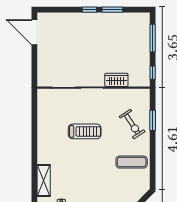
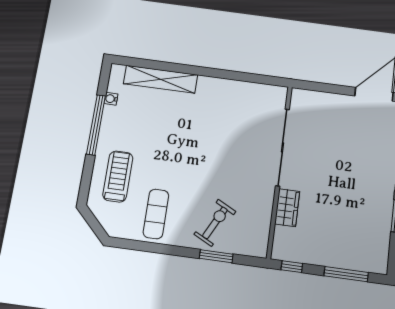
exercise bike: (132, 124) -> (215, 223), turned 150
treadmill: (85, 131) -> (118, 176), moved, turned 180
shelving: (44, 181) -> (160, 79), width x1.47

